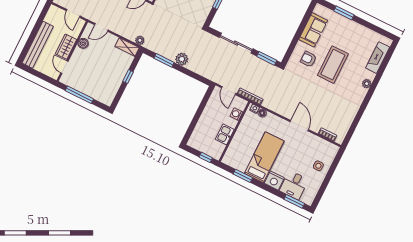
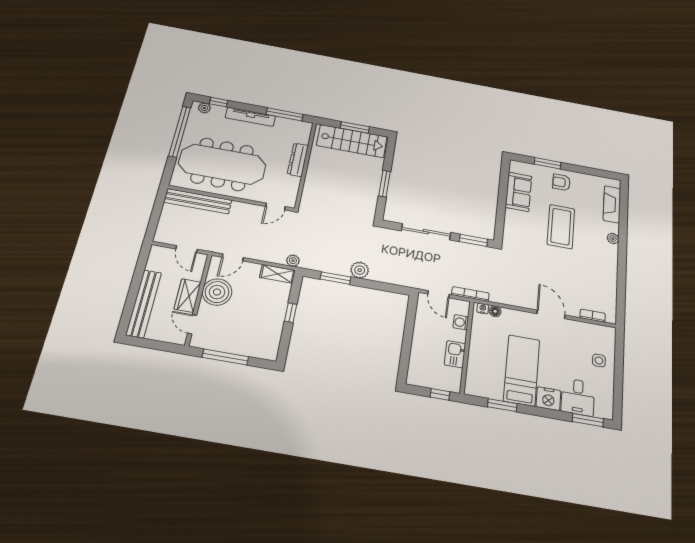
boiler: (83, 43) -> (217, 292), width x1.86, depth x1.86
armchair: (308, 59) -> (561, 182), moved

